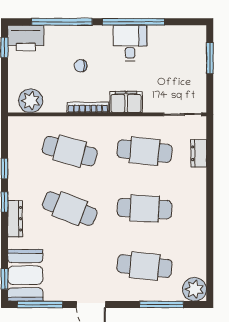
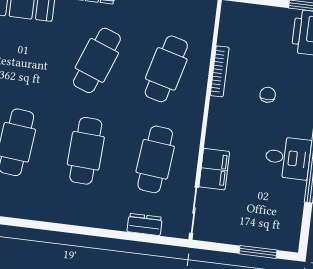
plant: (31, 101) -> (233, 29), removed
filing cabinet: (126, 102) -> (214, 169), moved
bookcase: (88, 107) -> (220, 71), moved

